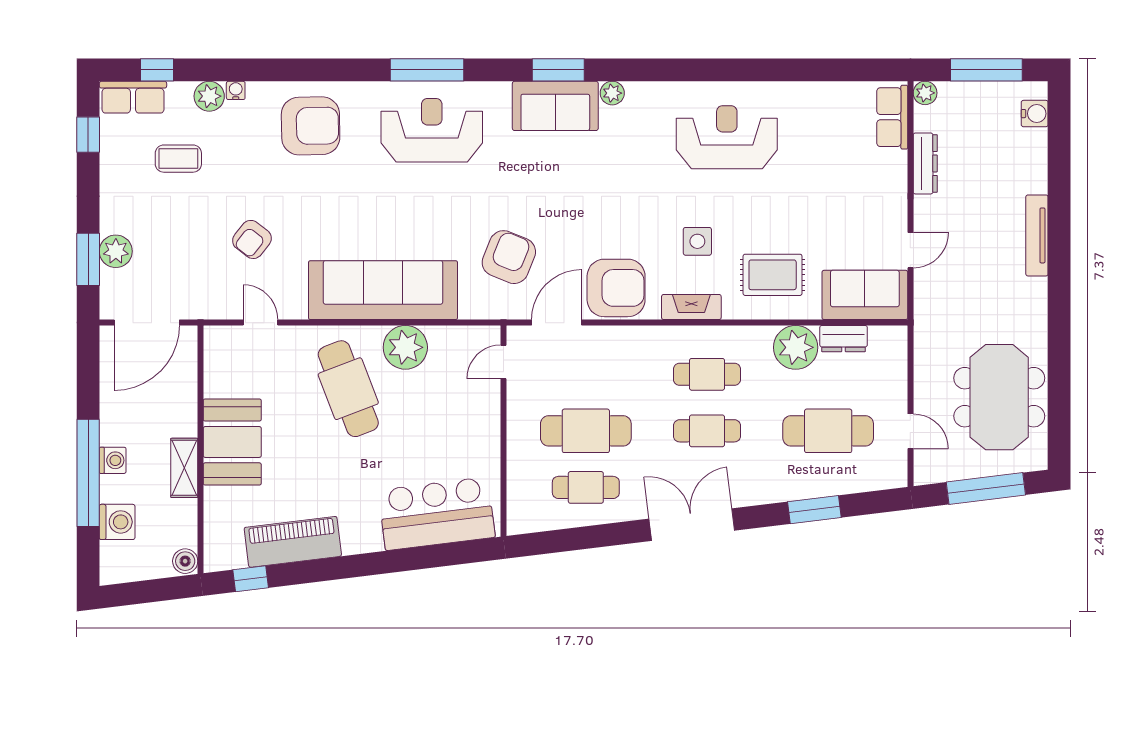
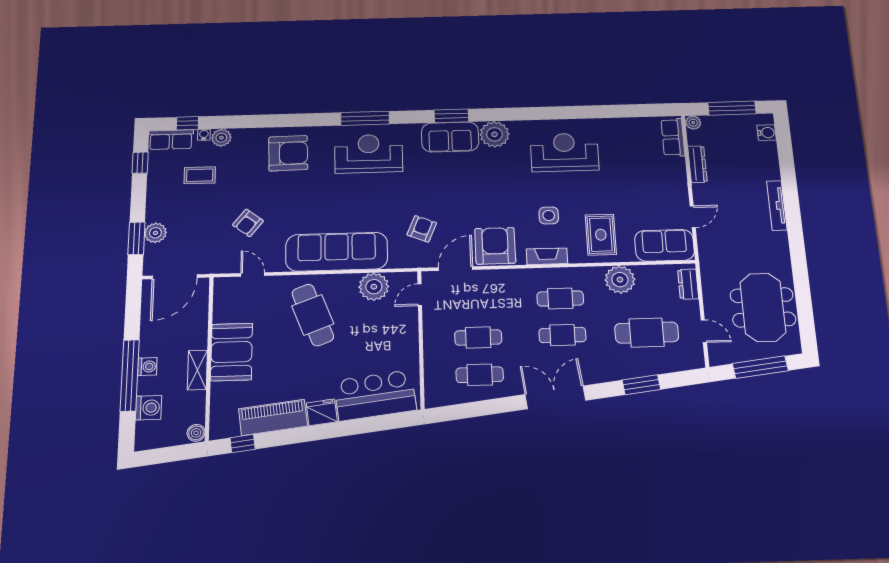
water cooler: (236, 90) -> (204, 135), moved
plant: (612, 93) -> (495, 134), width x1.88, depth x1.88
armchair: (509, 257) -> (422, 229), width x0.72, depth x0.72
rug: (773, 275) -> (601, 235), turned 90
armchair: (616, 288) -> (495, 246), turned -90
dresser: (844, 339) -> (688, 284), moved, turned 90
plant: (405, 347) -> (374, 287), moved
cafe table: (586, 431) -> (478, 337), width x0.73, depth x0.74
fridge: (361, 536) -> (322, 412), added

